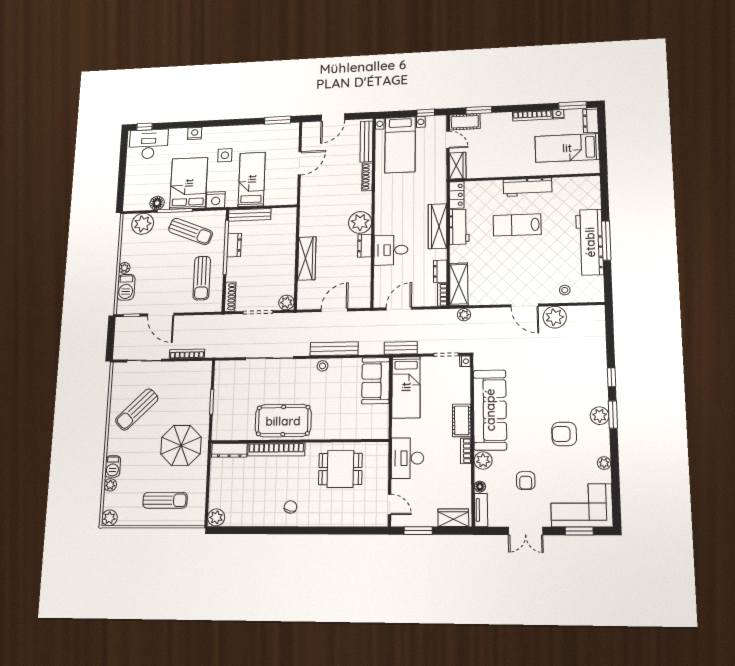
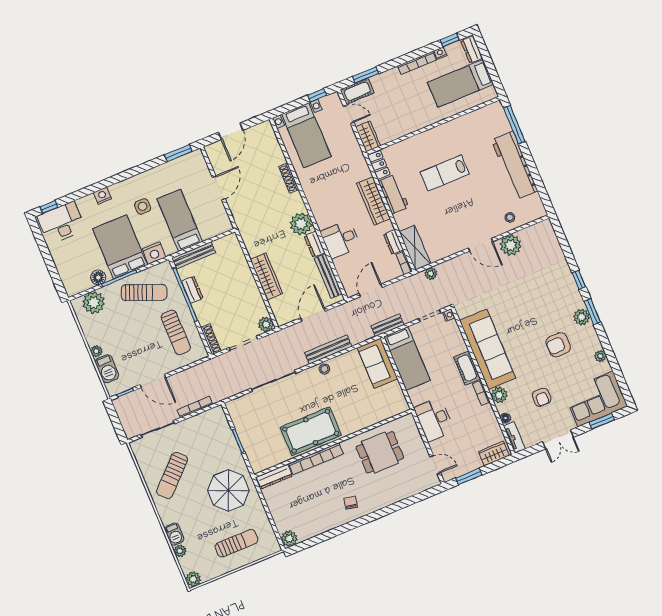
window: (573, 105) -> (450, 40), width x0.67
bench: (366, 141) -> (328, 276), moved
workbench: (527, 187) -> (440, 134), removed
window: (606, 241) -> (514, 125), moved

